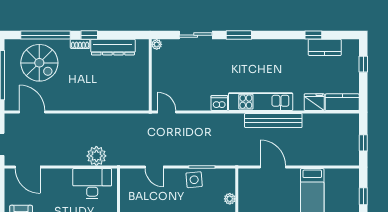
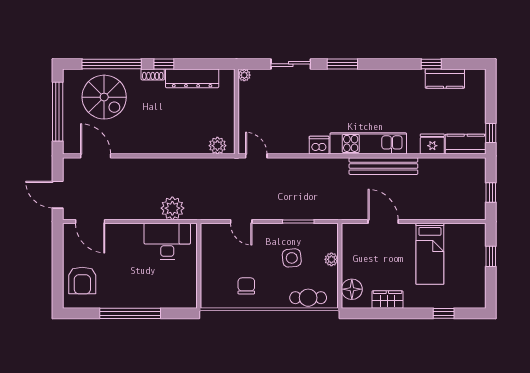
window: (363, 64) -> (491, 133), moved
plant: (134, 103) -> (217, 146), added
side table: (194, 180) -> (292, 258), moved

